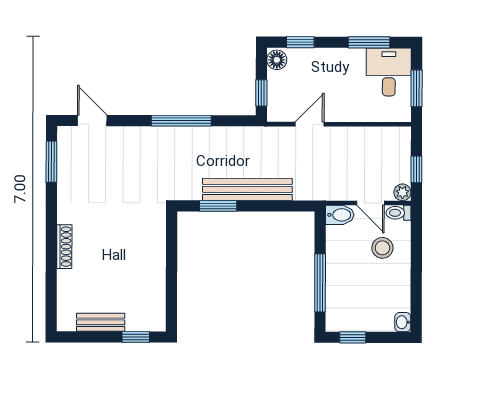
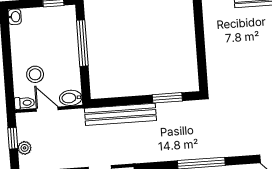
bench: (247, 189) -> (120, 114), moved
plant: (402, 192) -> (25, 148), moved

